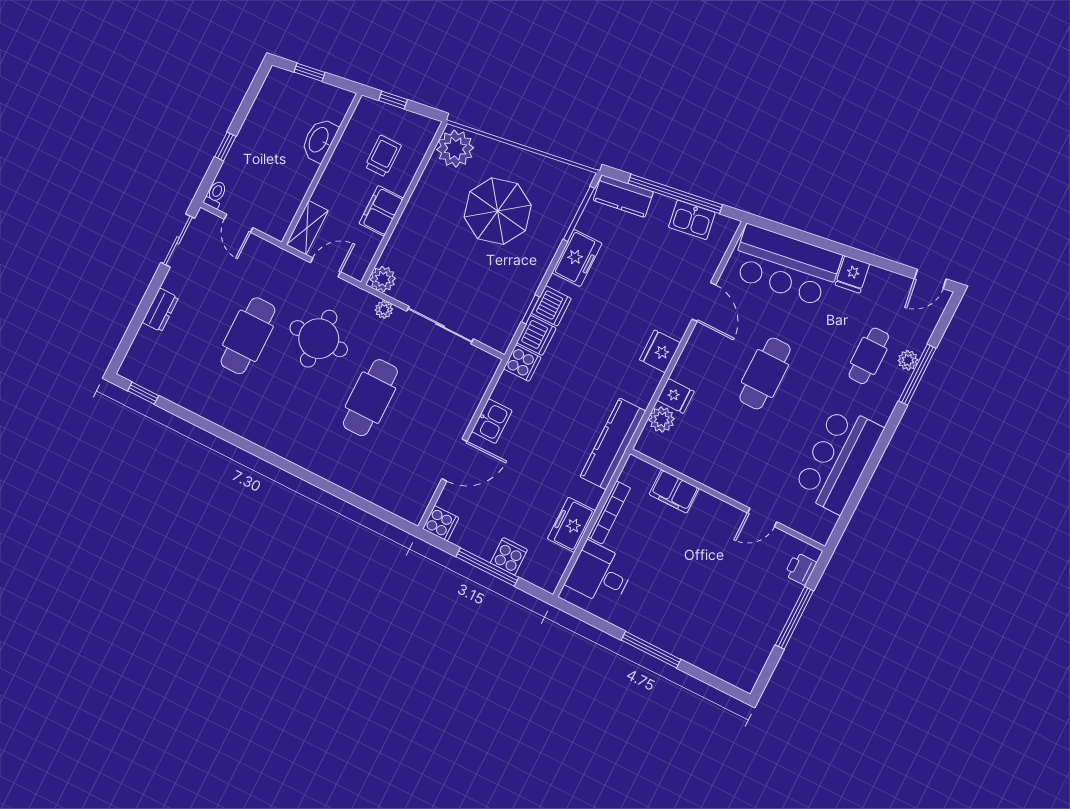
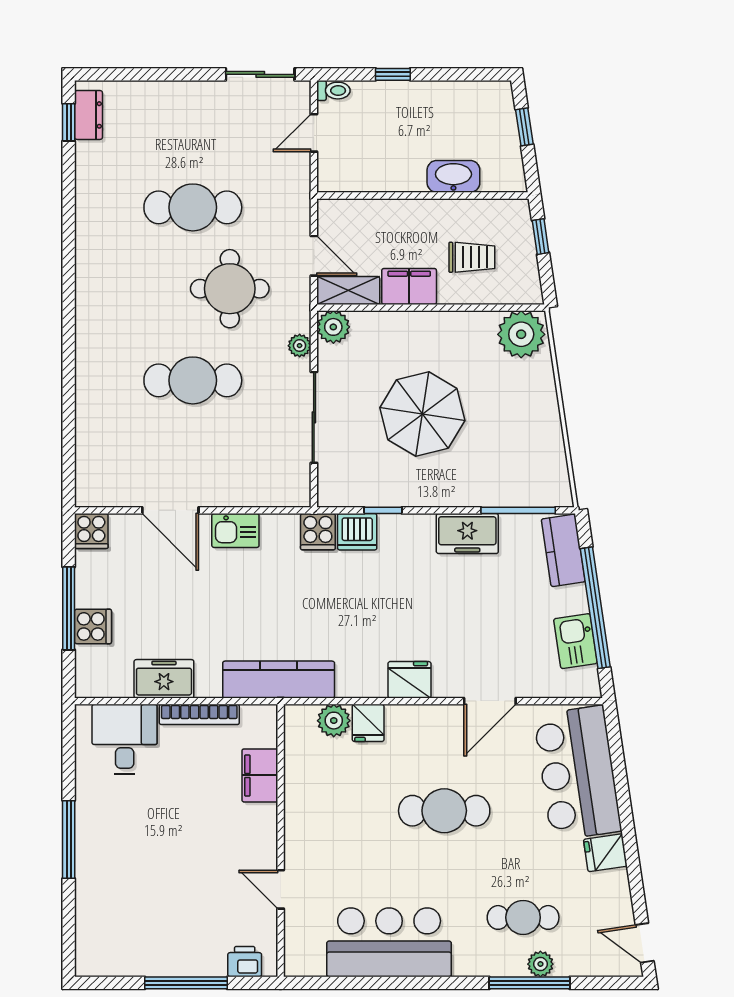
parasol: (498, 211) -> (422, 414), moved
shelving: (307, 228) -> (348, 290), moved
dishwasher: (551, 306) -> (399, 532), removed
dresser: (160, 310) -> (88, 115), moved, turned -90

